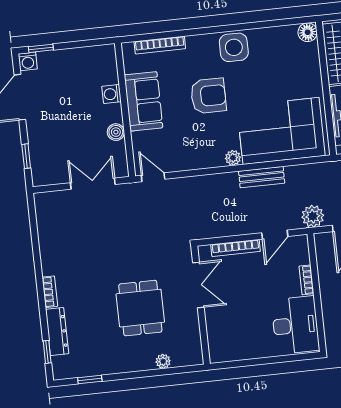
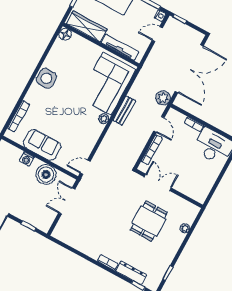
armchair: (208, 96) -> (63, 109), removed
boiler: (116, 132) -> (46, 174), width x1.86, depth x1.86
dining table: (140, 308) -> (149, 221), turned 90

